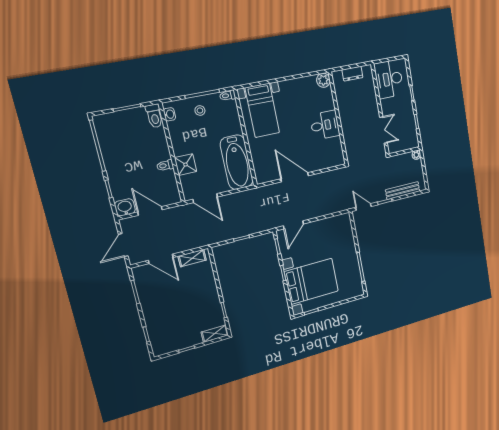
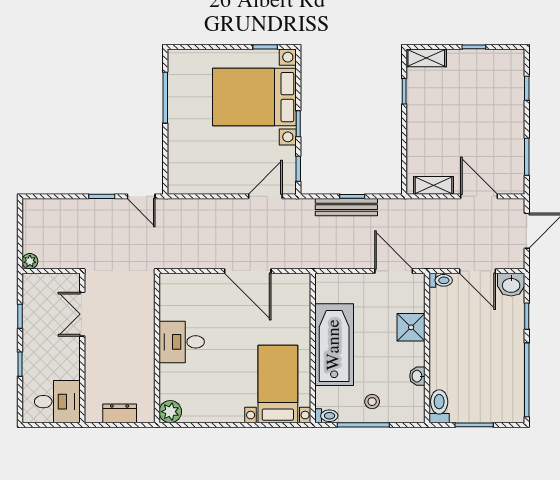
desk: (389, 79) -> (57, 402), width x0.73
washbasin: (169, 114) -> (417, 376), moved
bathtub: (237, 162) -> (334, 345), moved
toilet: (165, 165) -> (441, 280), moved
bench: (403, 191) -> (346, 207), moved

